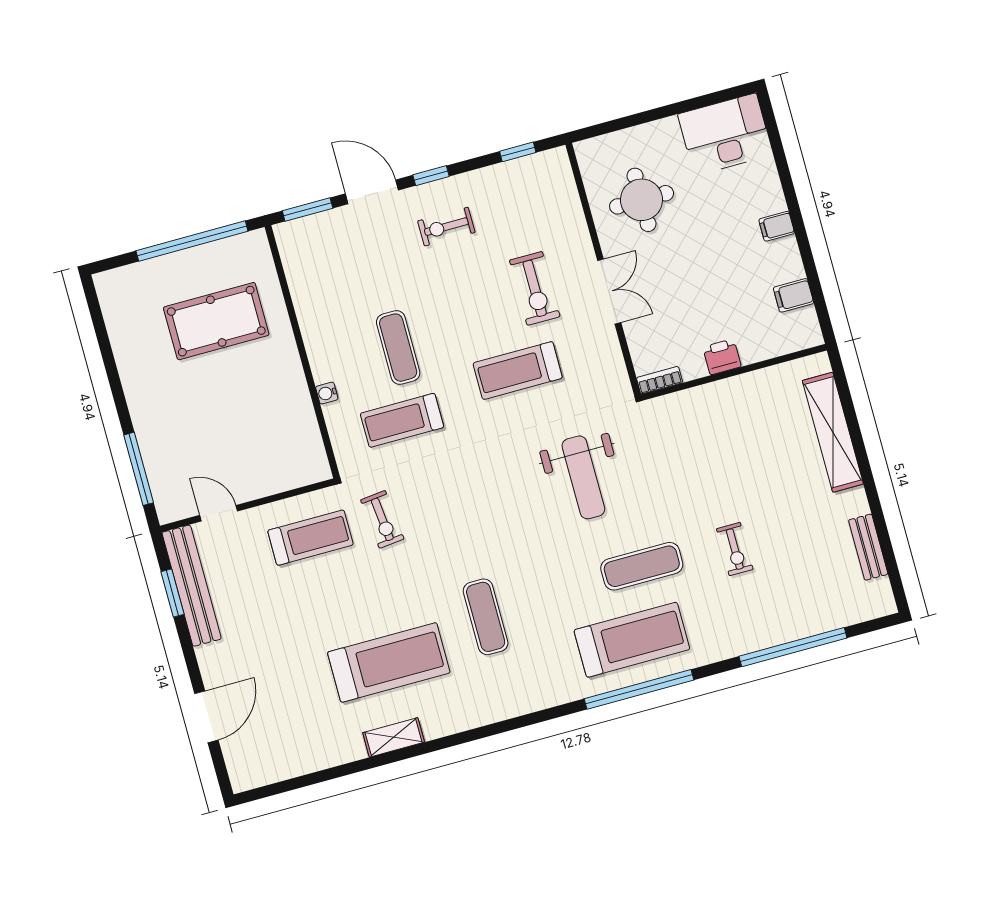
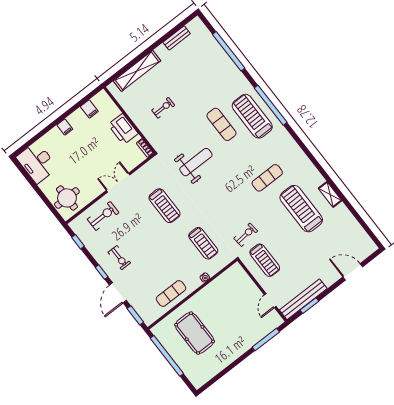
round table: (642, 200) -> (67, 198), moved
exercise bike: (535, 288) -> (103, 216), moved
exercise mat: (398, 348) -> (171, 293), moved
printer: (722, 357) -> (123, 129), width x1.87, depth x1.48
treadmill: (310, 538) -> (265, 260), turned 180
exercise bike: (735, 549) -> (163, 108), moved

